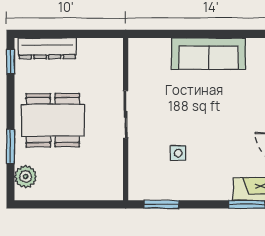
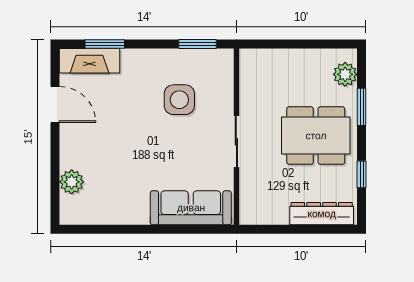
sofa: (209, 54) -> (191, 208), moved
window: (10, 61) -> (362, 174), moved
side table: (178, 153) -> (179, 100), width x1.87, depth x1.87

